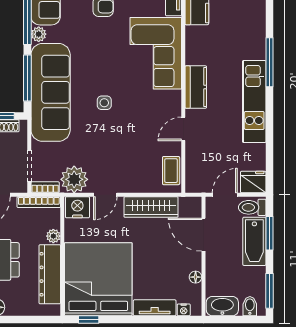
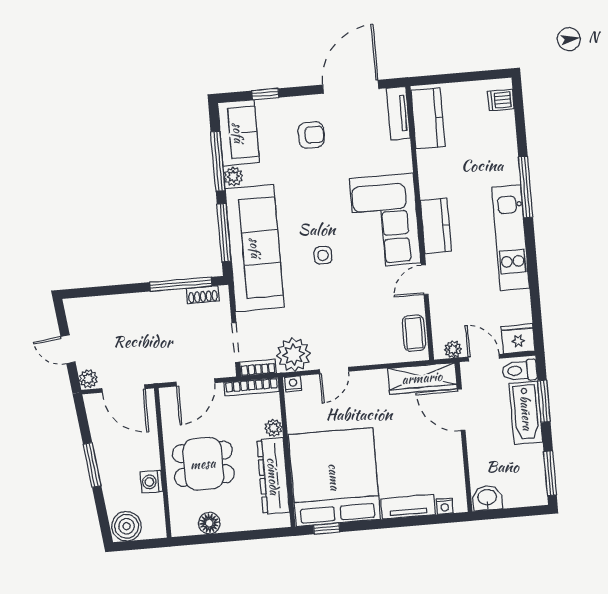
corner sofa: (156, 53) -> (385, 221), moved
plant: (201, 186) -> (453, 349), added
door: (225, 195) -> (484, 358), hinge flipped
nightstand: (77, 207) -> (293, 384), width x0.53, depth x0.56
wardrobe: (151, 207) -> (422, 378), moved
floor lamp: (196, 277) -> (456, 464), removed
washbasin: (222, 306) -> (487, 498), width x0.72
bidet: (250, 306) -> (527, 494), removed

